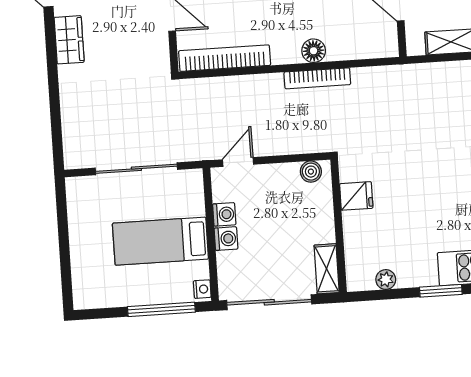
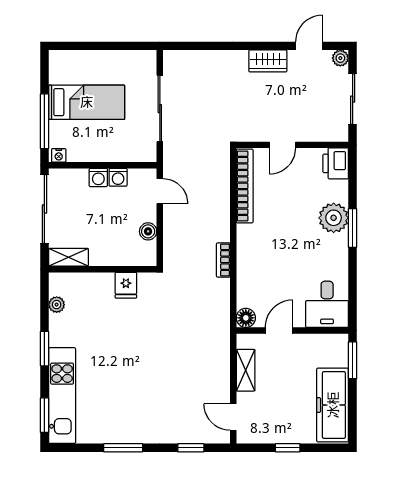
floor lamp: (314, 51) -> (246, 318), moved
bookcase: (317, 78) -> (223, 260), width x0.64
boiler: (311, 172) -> (148, 231), moved
bed: (160, 241) -> (87, 102), moved, turned 90

